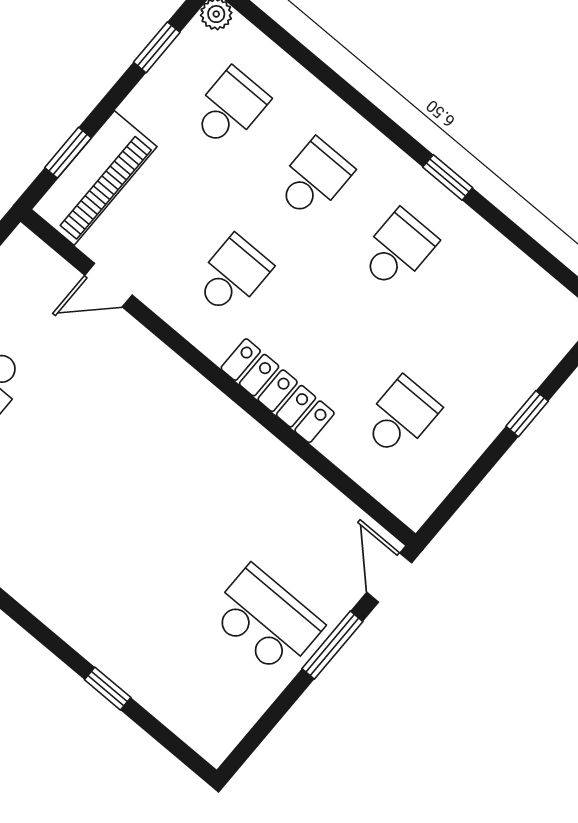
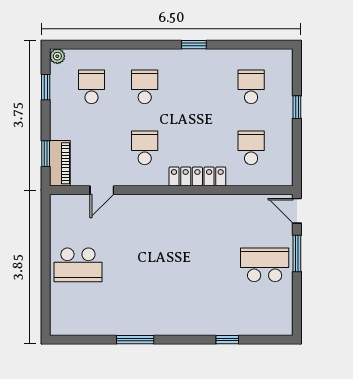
piano: (94, 178) -> (60, 163), width x0.73, depth x0.75
school desk: (398, 250) -> (251, 87), moved

